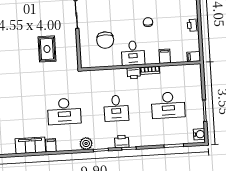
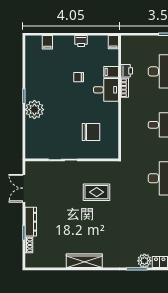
chair: (148, 22) -> (79, 77), moved
desk: (133, 53) -> (106, 90), moved
printer: (134, 73) -> (127, 71), moved

